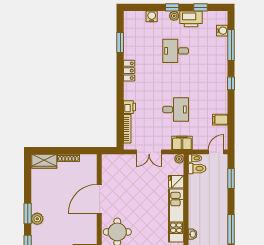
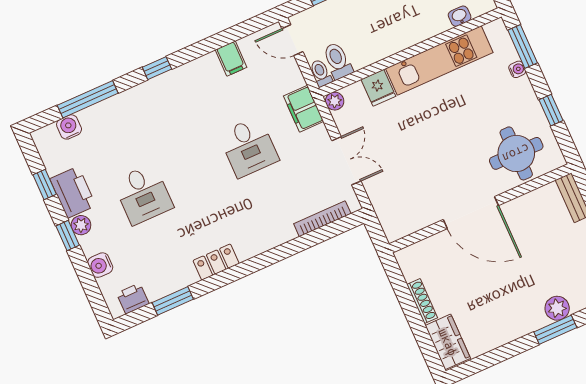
printer: (129, 107) -> (133, 299), moved
desk: (176, 109) -> (249, 147), turned 180

